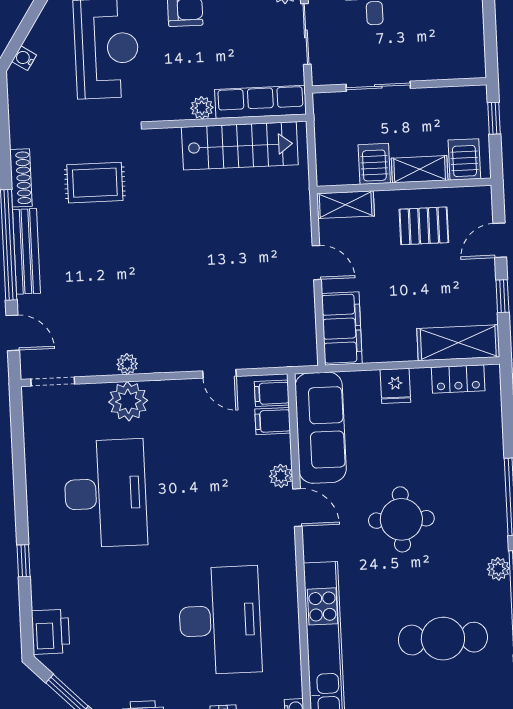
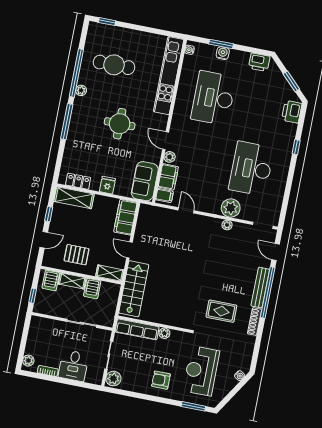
stairs: (240, 146) -> (134, 289), moved, turned 90
filing cabinet: (273, 421) -> (168, 177), width x2.00
sofa: (321, 428) -> (145, 181), width x0.73

